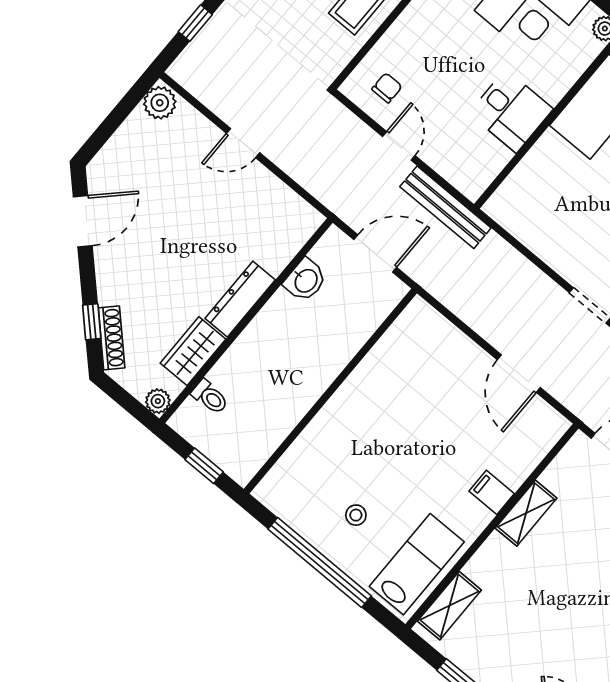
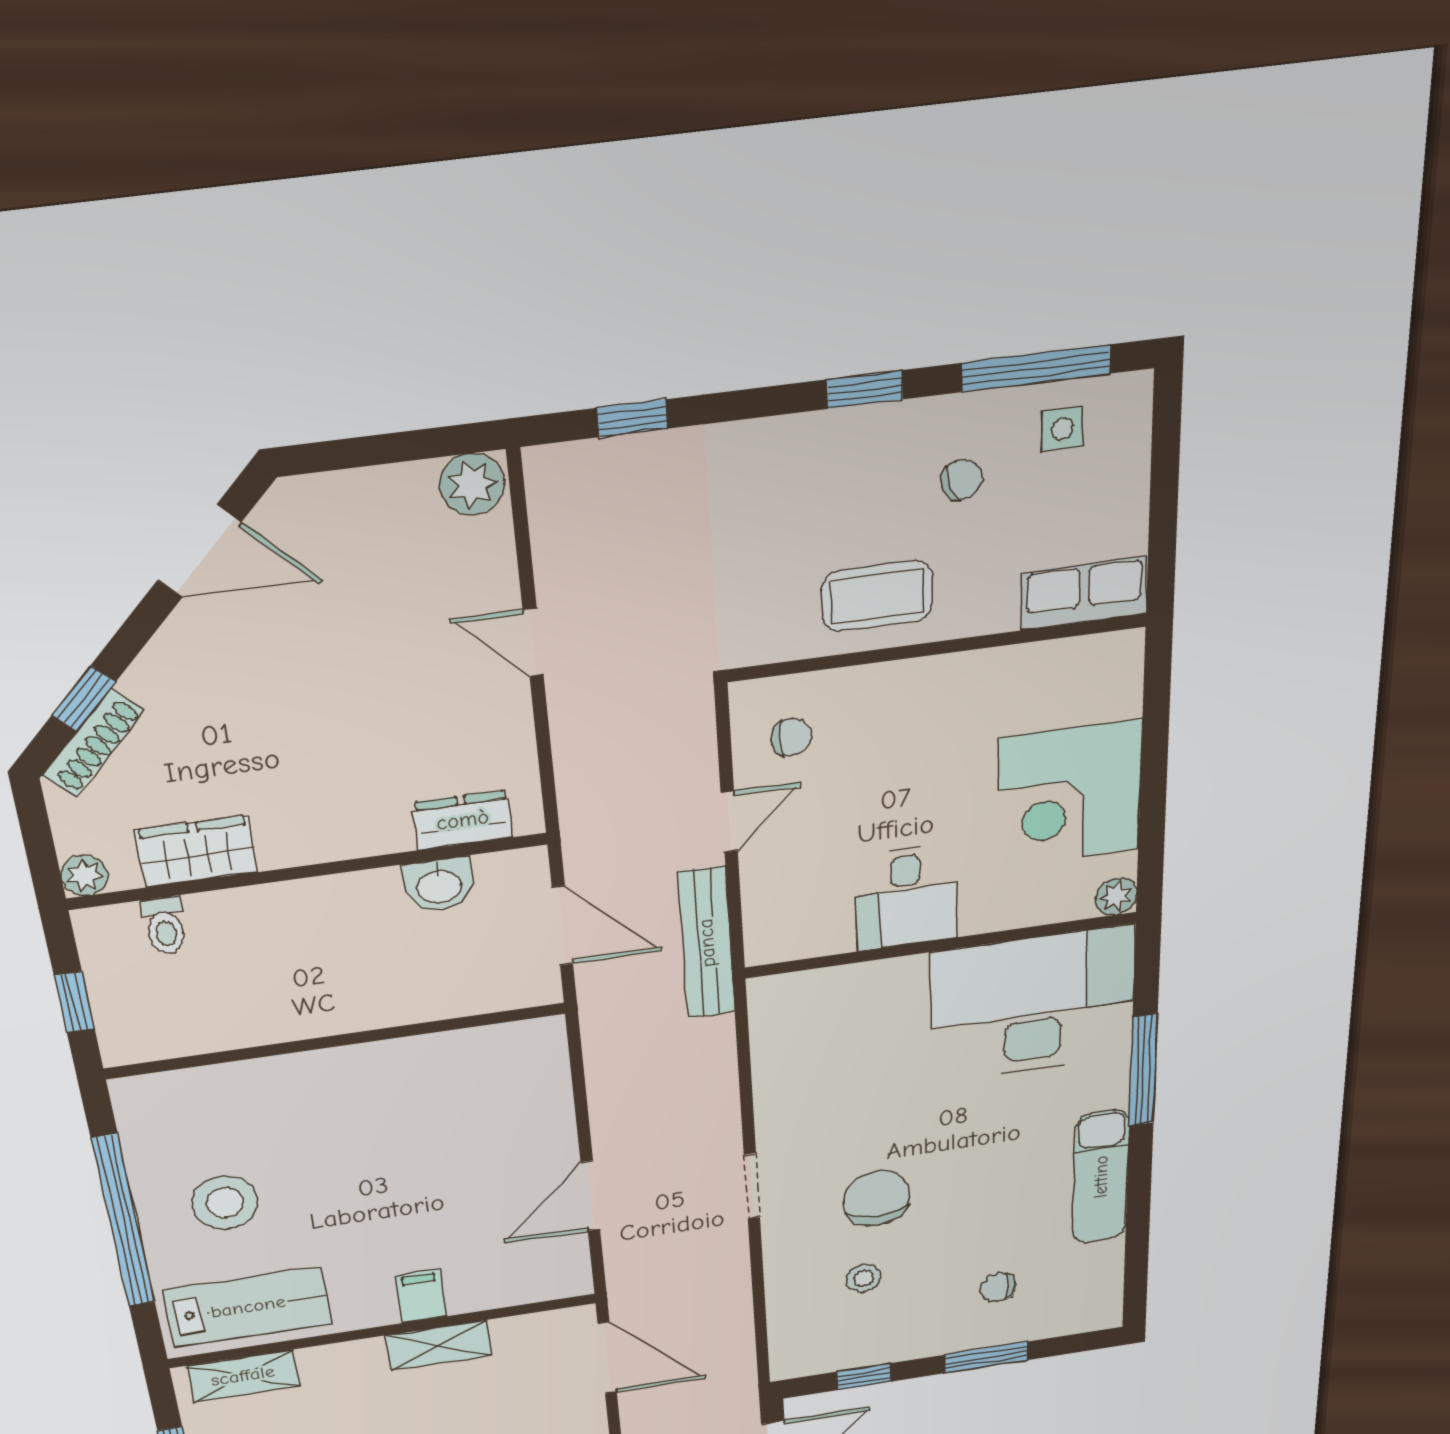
dresser: (240, 299) -> (463, 820), moved, width x0.70
stool: (356, 515) -> (225, 1202), width x1.89, depth x1.89

